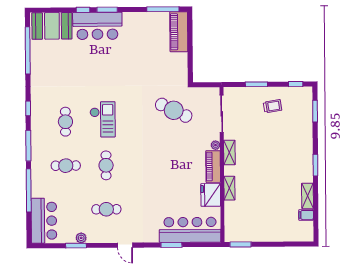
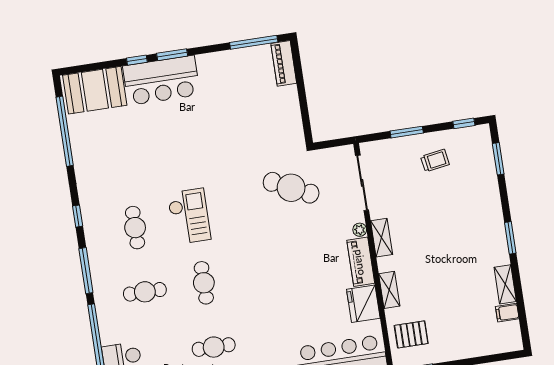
piano: (179, 32) -> (284, 63), width x0.73, depth x0.75
pallet: (240, 220) -> (411, 334), added

